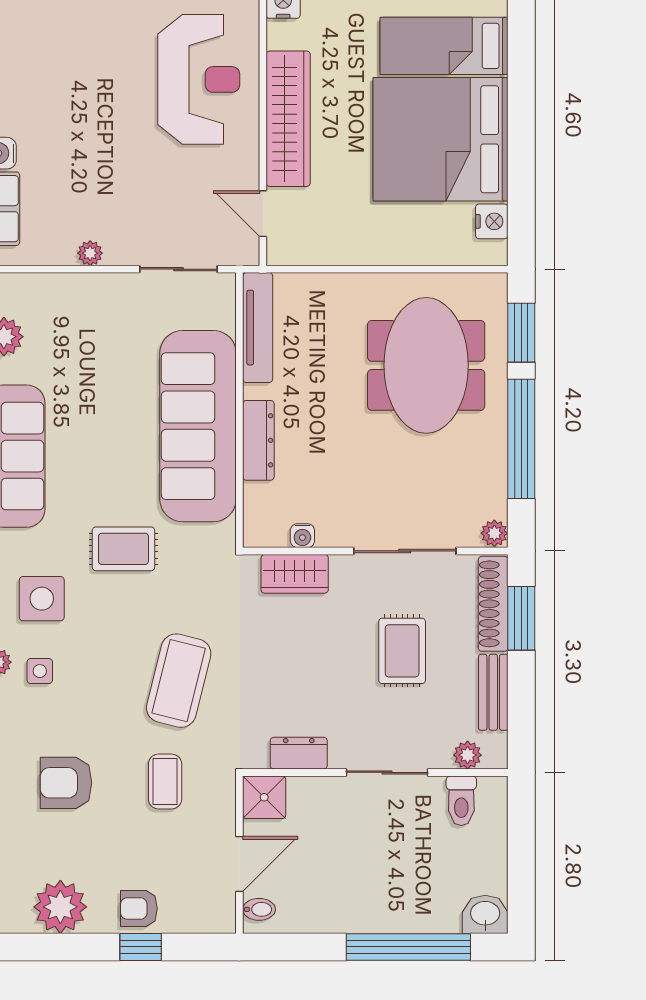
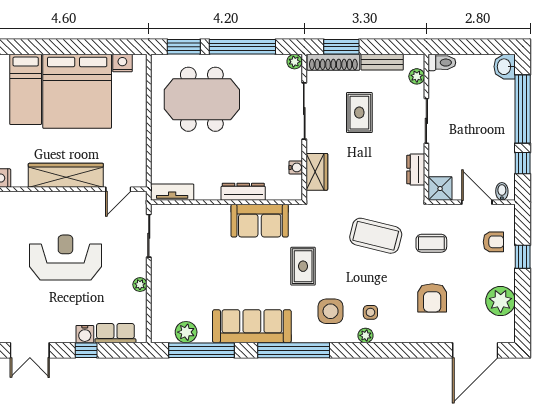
reception desk: (199, 79) -> (65, 257), moved
tv unit: (258, 328) -> (172, 192), width x0.71
sofa: (198, 426) -> (260, 221), width x0.54, depth x0.79
rug: (402, 651) -> (359, 113), turned 90
toilet: (461, 801) -> (442, 63), moved
armchair: (139, 909) -> (493, 242), moved, turned -90
window: (310, 947) -> (523, 163), added

